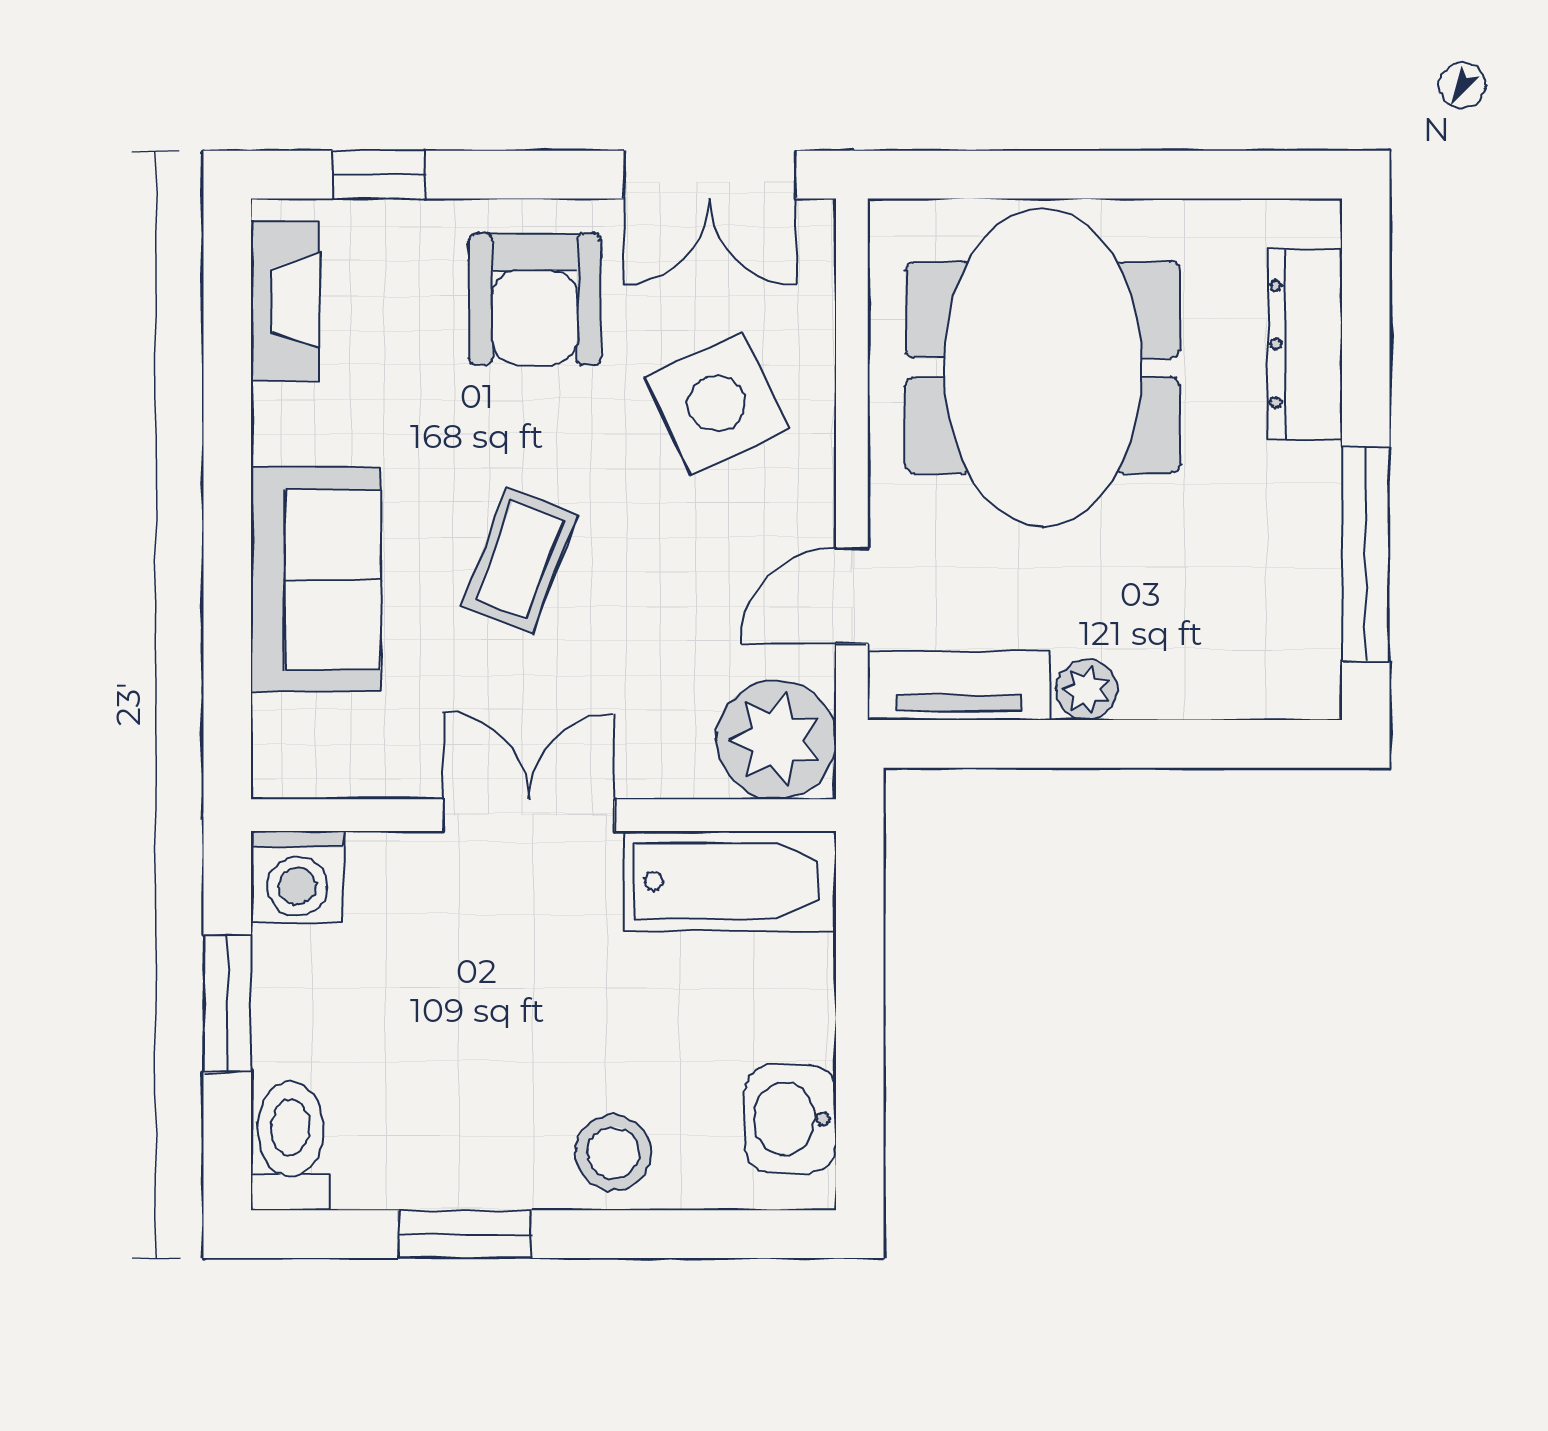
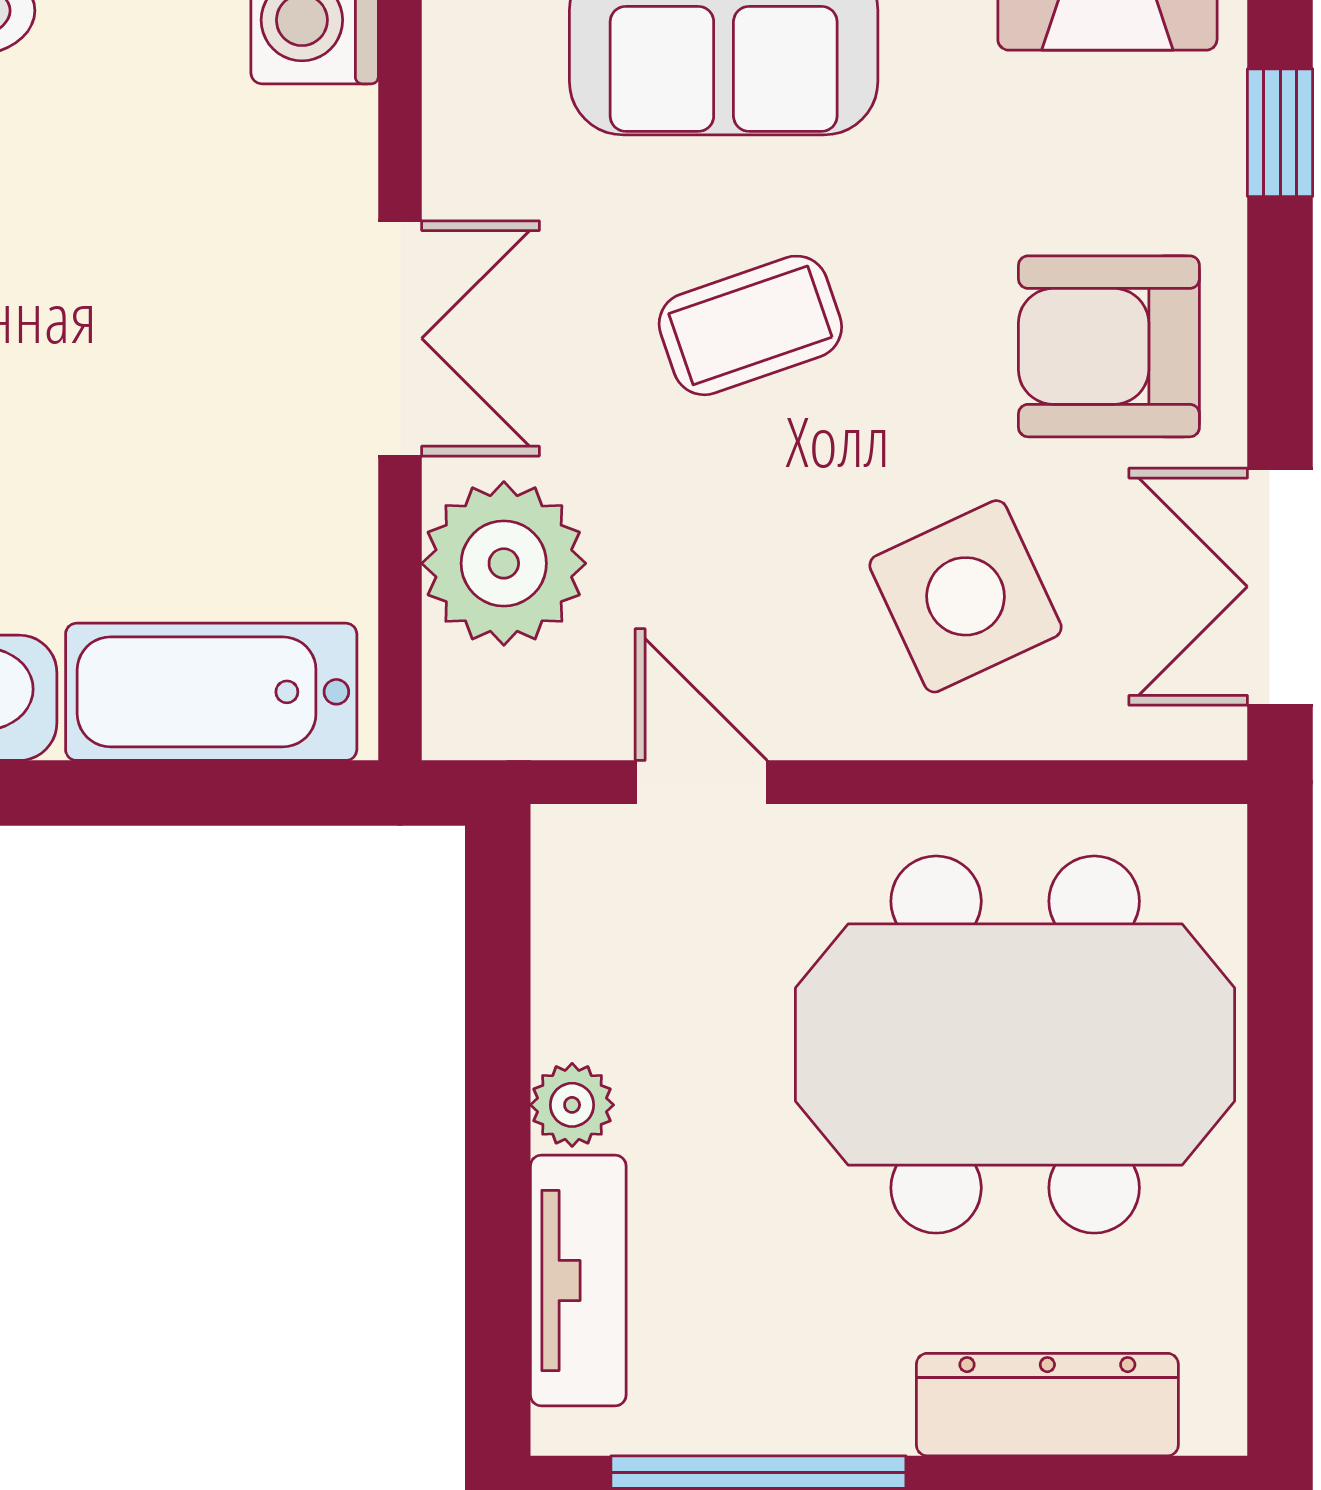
coffee table: (519, 560) -> (750, 325), turned -40
tv unit: (959, 685) -> (578, 1281), moved
plant: (776, 740) -> (504, 563), moved
bathtub: (730, 881) -> (211, 692), moved, turned 90

